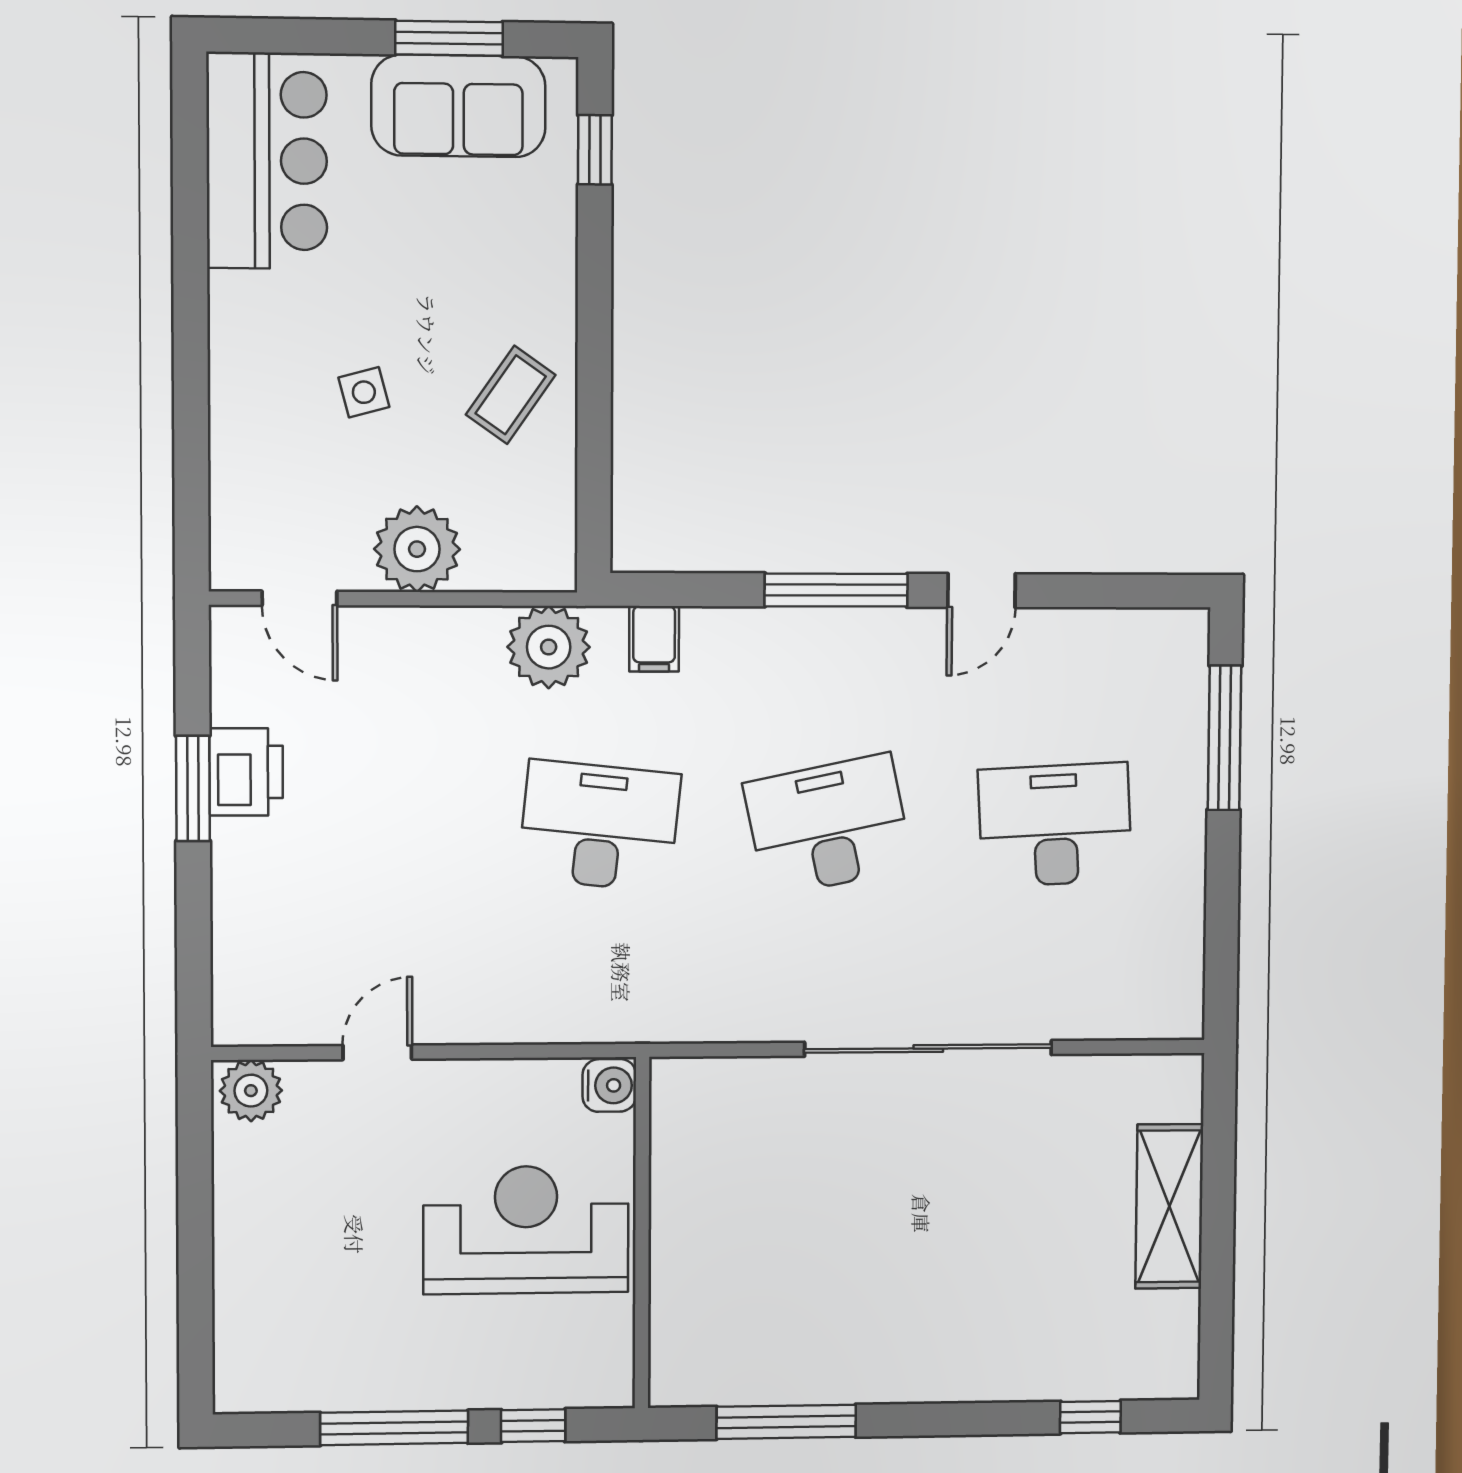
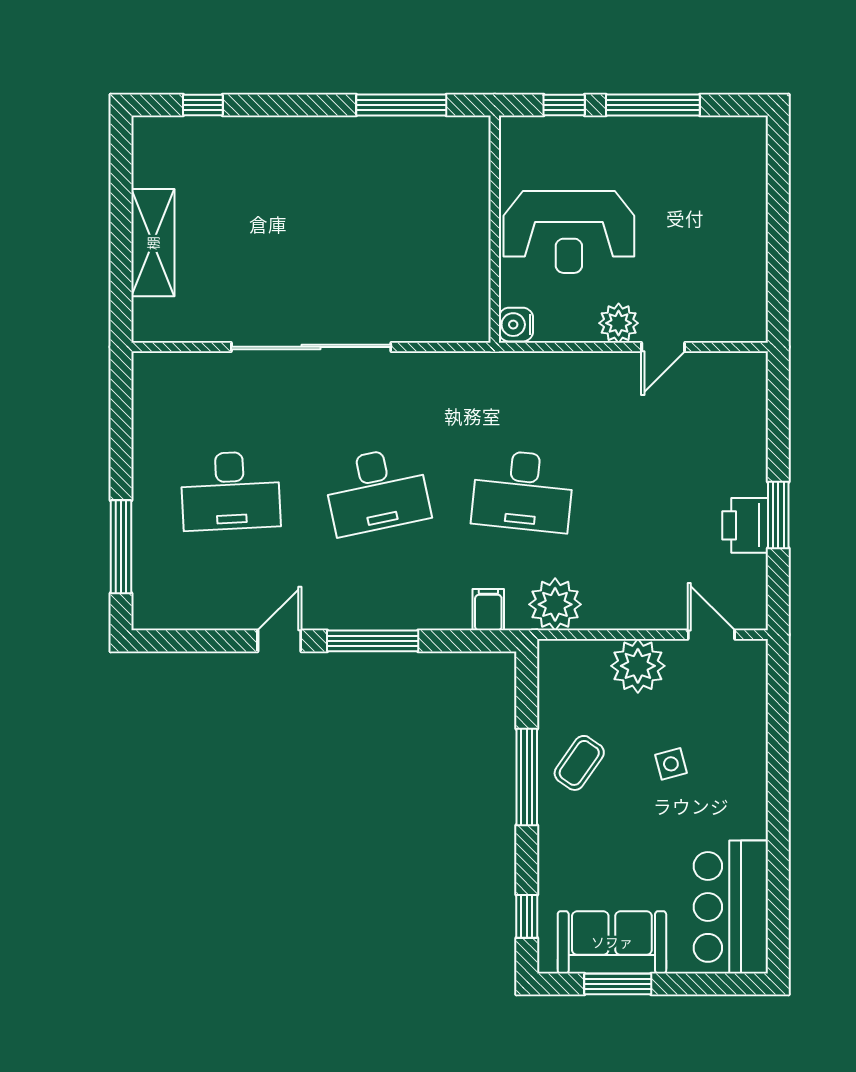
window: (594, 373) -> (527, 777), added
plant: (251, 1091) -> (619, 323), moved

